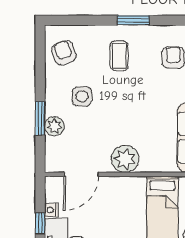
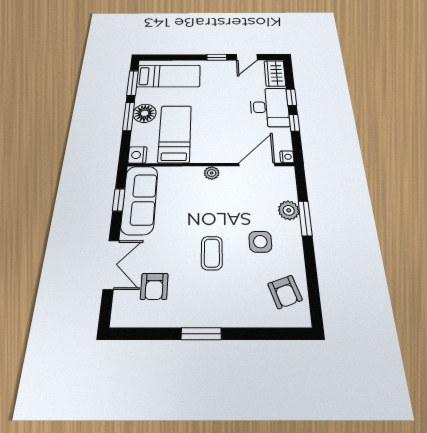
coffee table: (119, 56) -> (212, 253), moved
plant: (125, 159) -> (212, 173), width x0.53, depth x0.53
nightstand: (51, 210) -> (287, 157), moved

